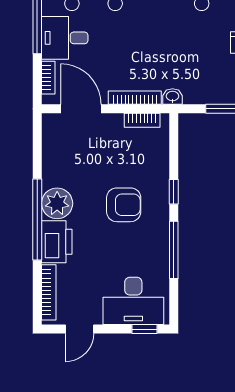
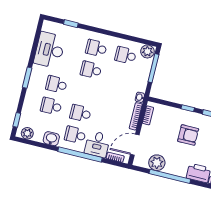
plant: (57, 203) -> (157, 163), moved
armchair: (124, 205) -> (188, 135), turned 90
window: (37, 219) -> (170, 176), moved

